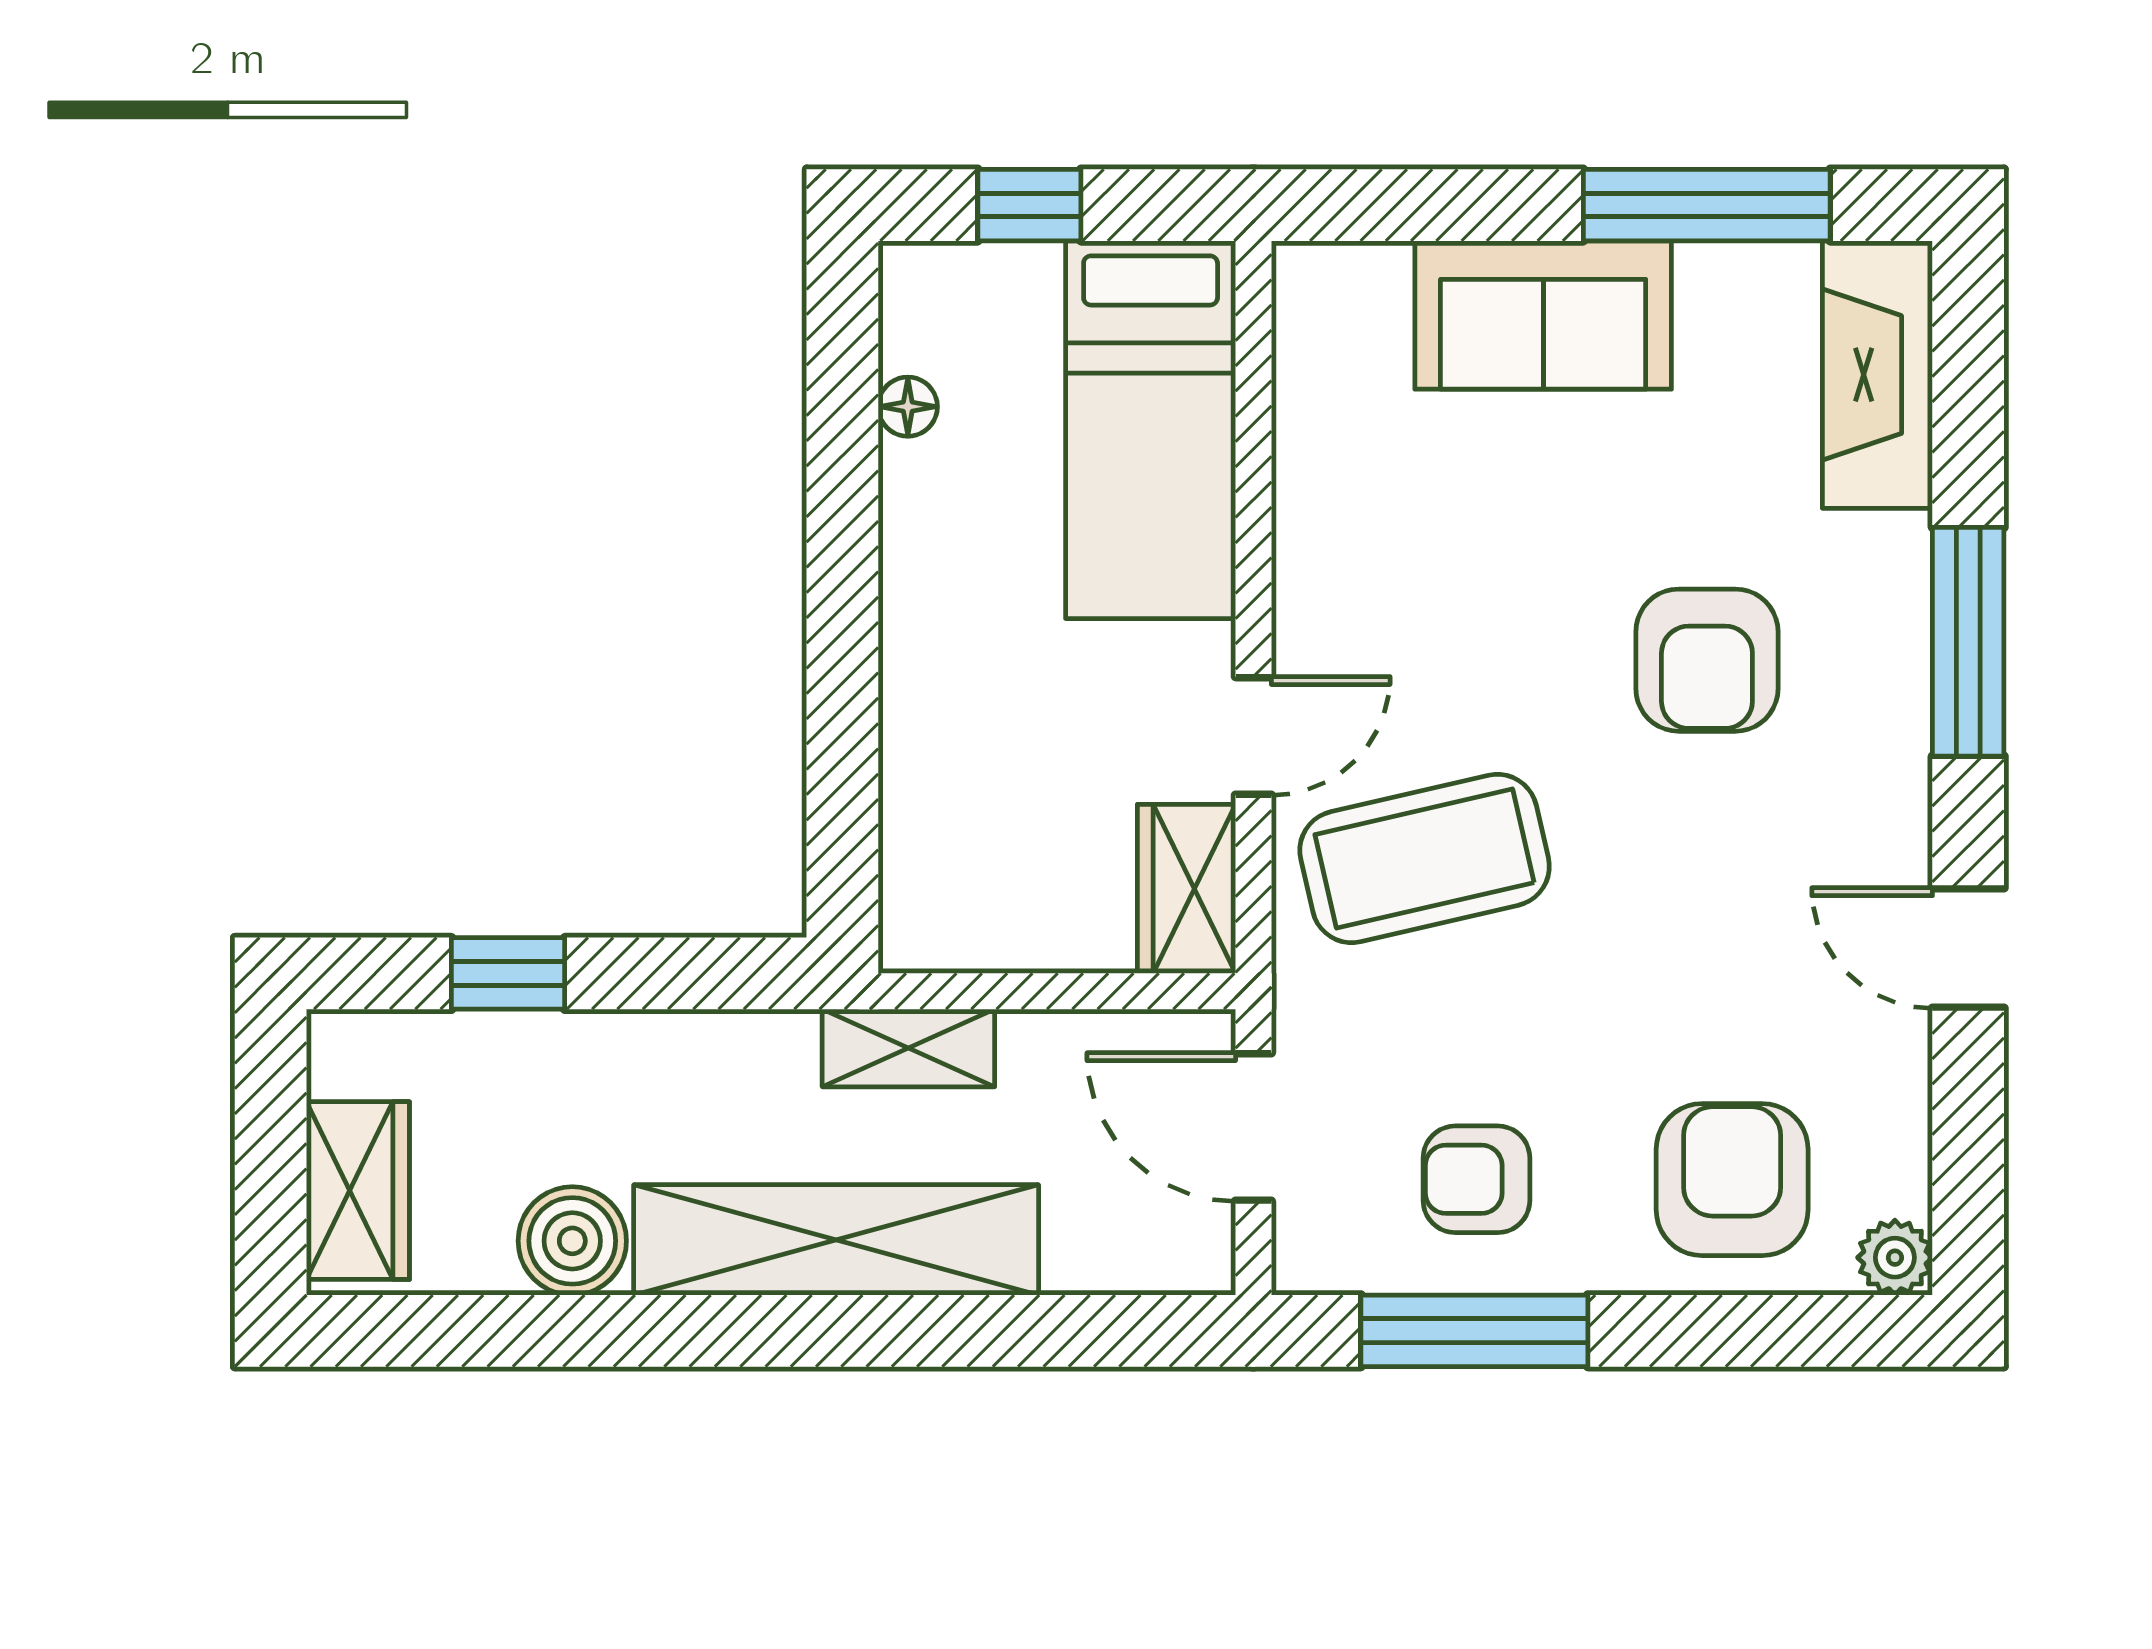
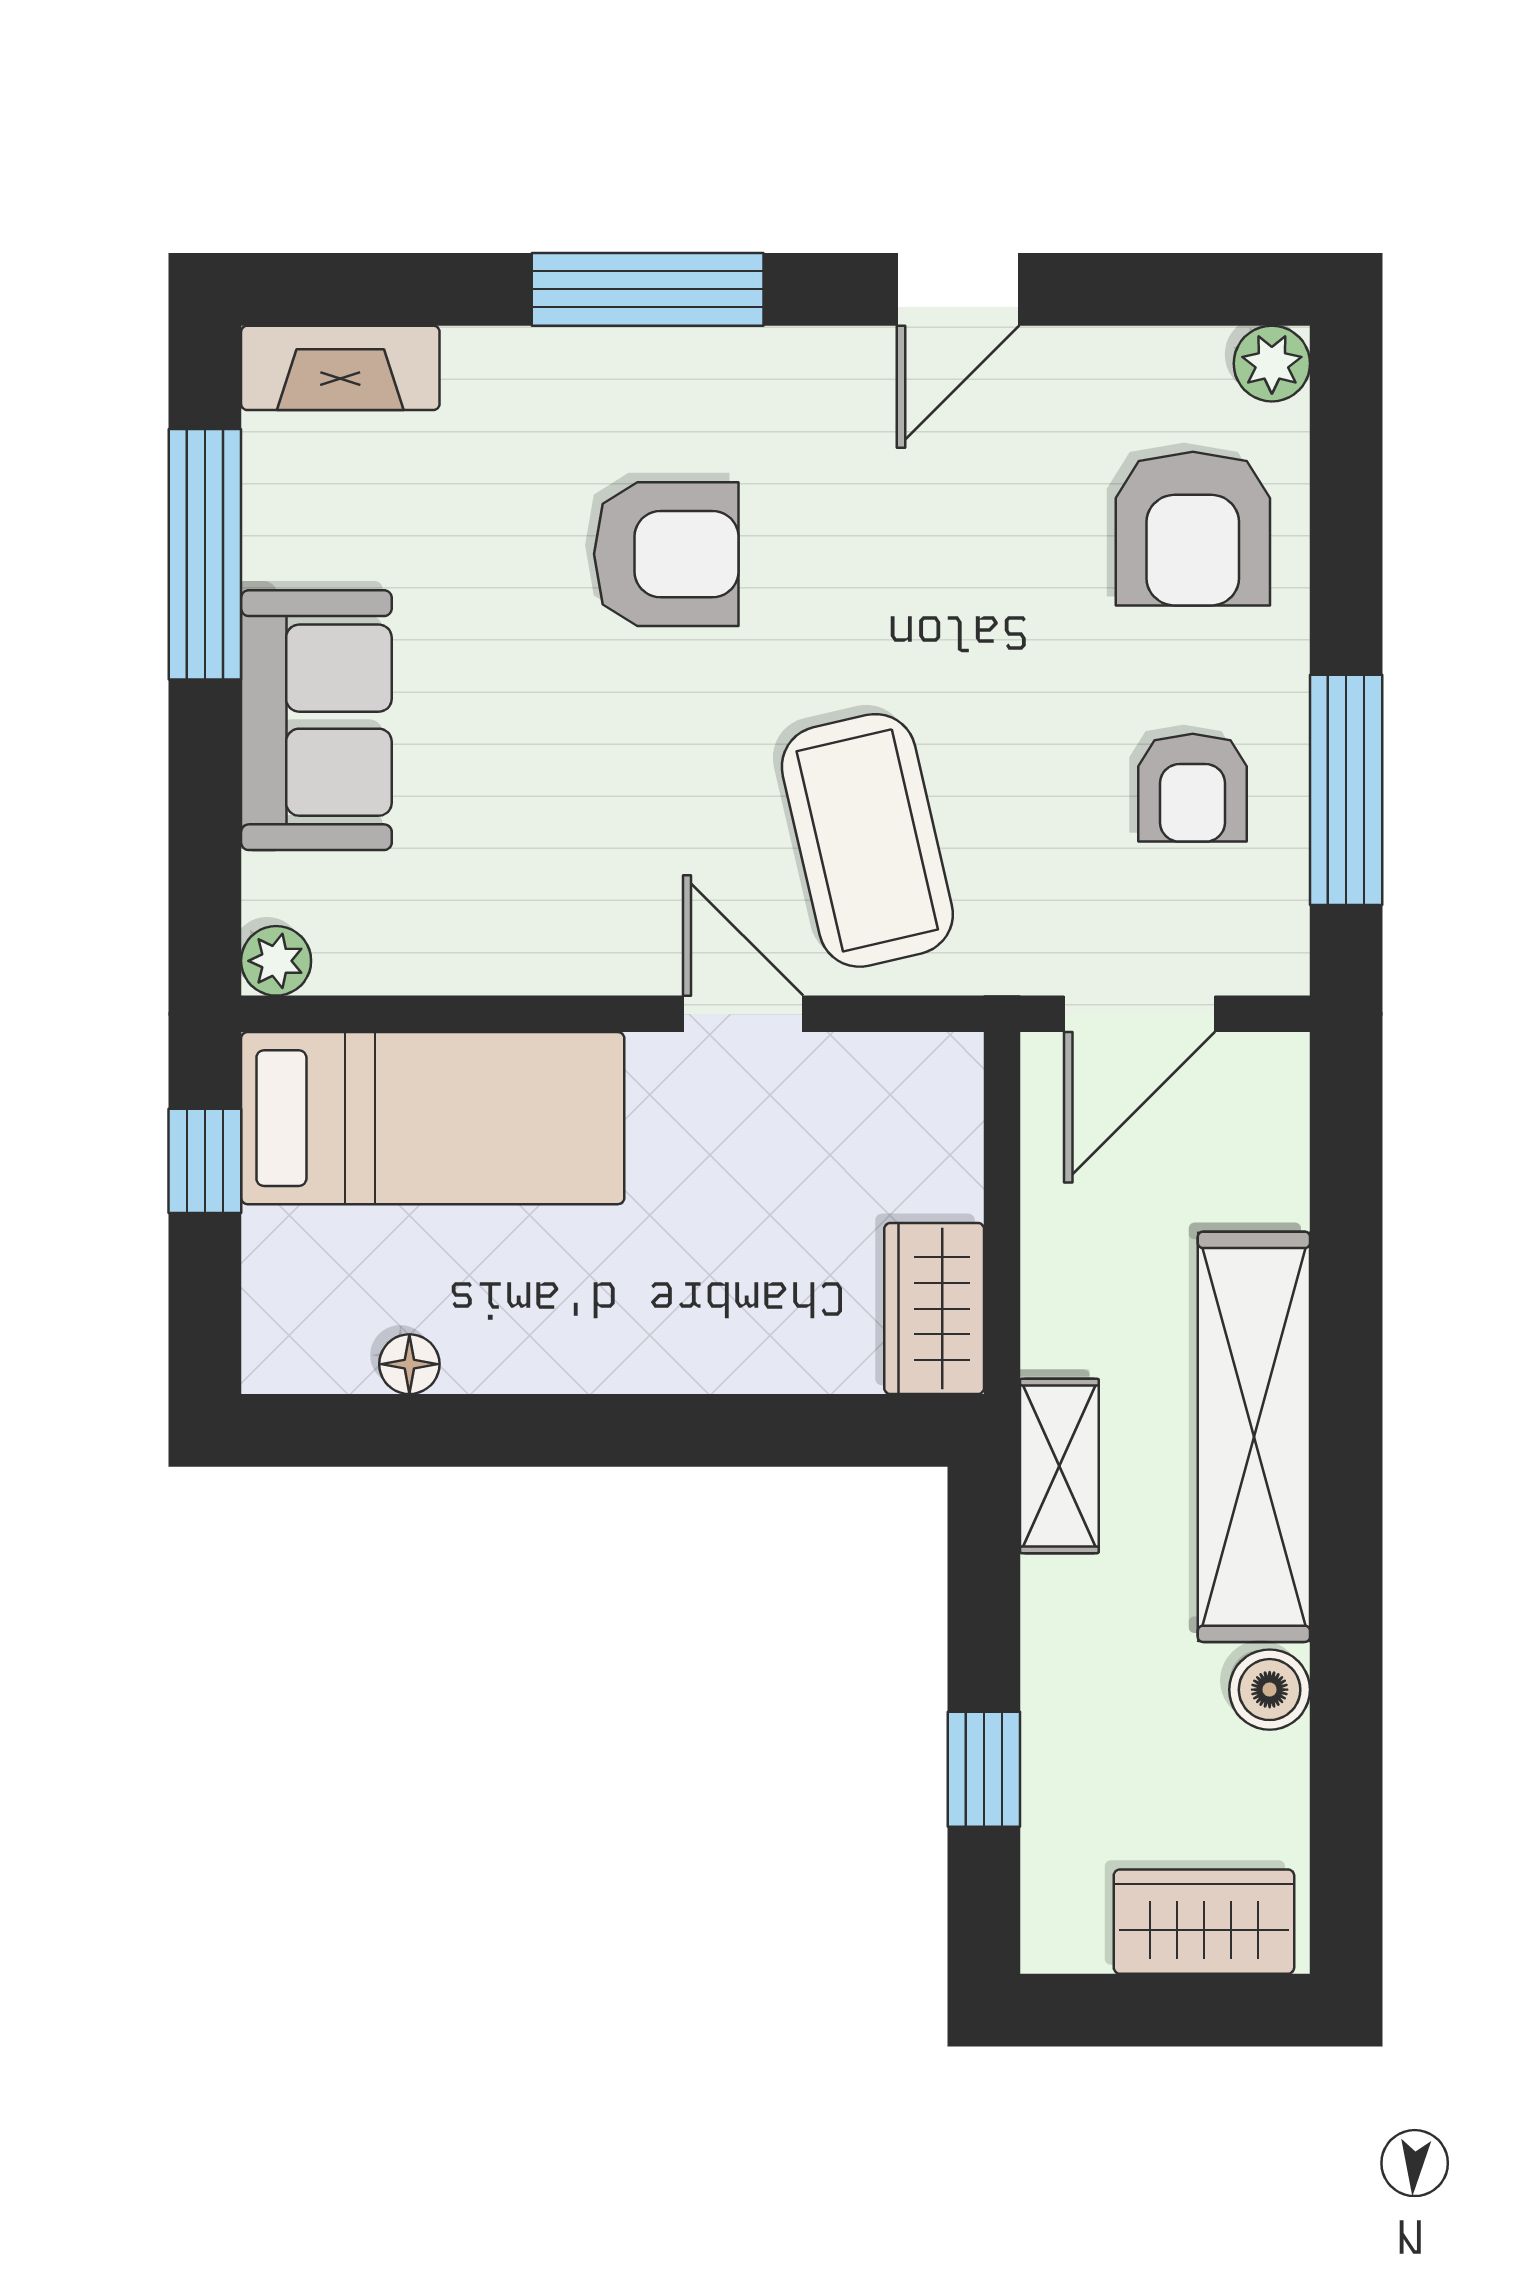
window: (1029, 205) -> (205, 1161), moved
plant: (1306, 275) -> (276, 961), added
fireplace: (1877, 375) -> (340, 368), width x0.73, depth x0.76
wardrobe: (1186, 889) -> (934, 1309), moved, turned 90
shelving: (908, 1048) -> (1059, 1466), moved
armchair: (1732, 1180) -> (1193, 529), turned -90
boiler: (572, 1241) -> (1270, 1690), width x0.73, depth x0.73

